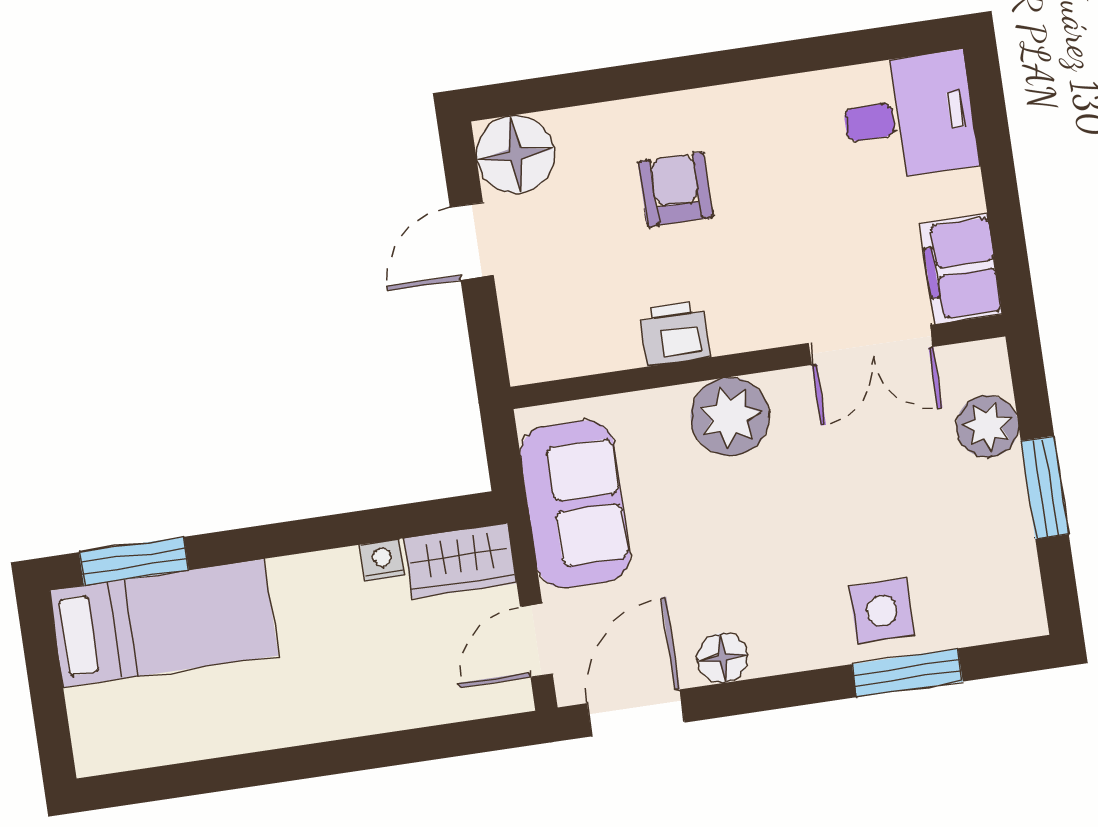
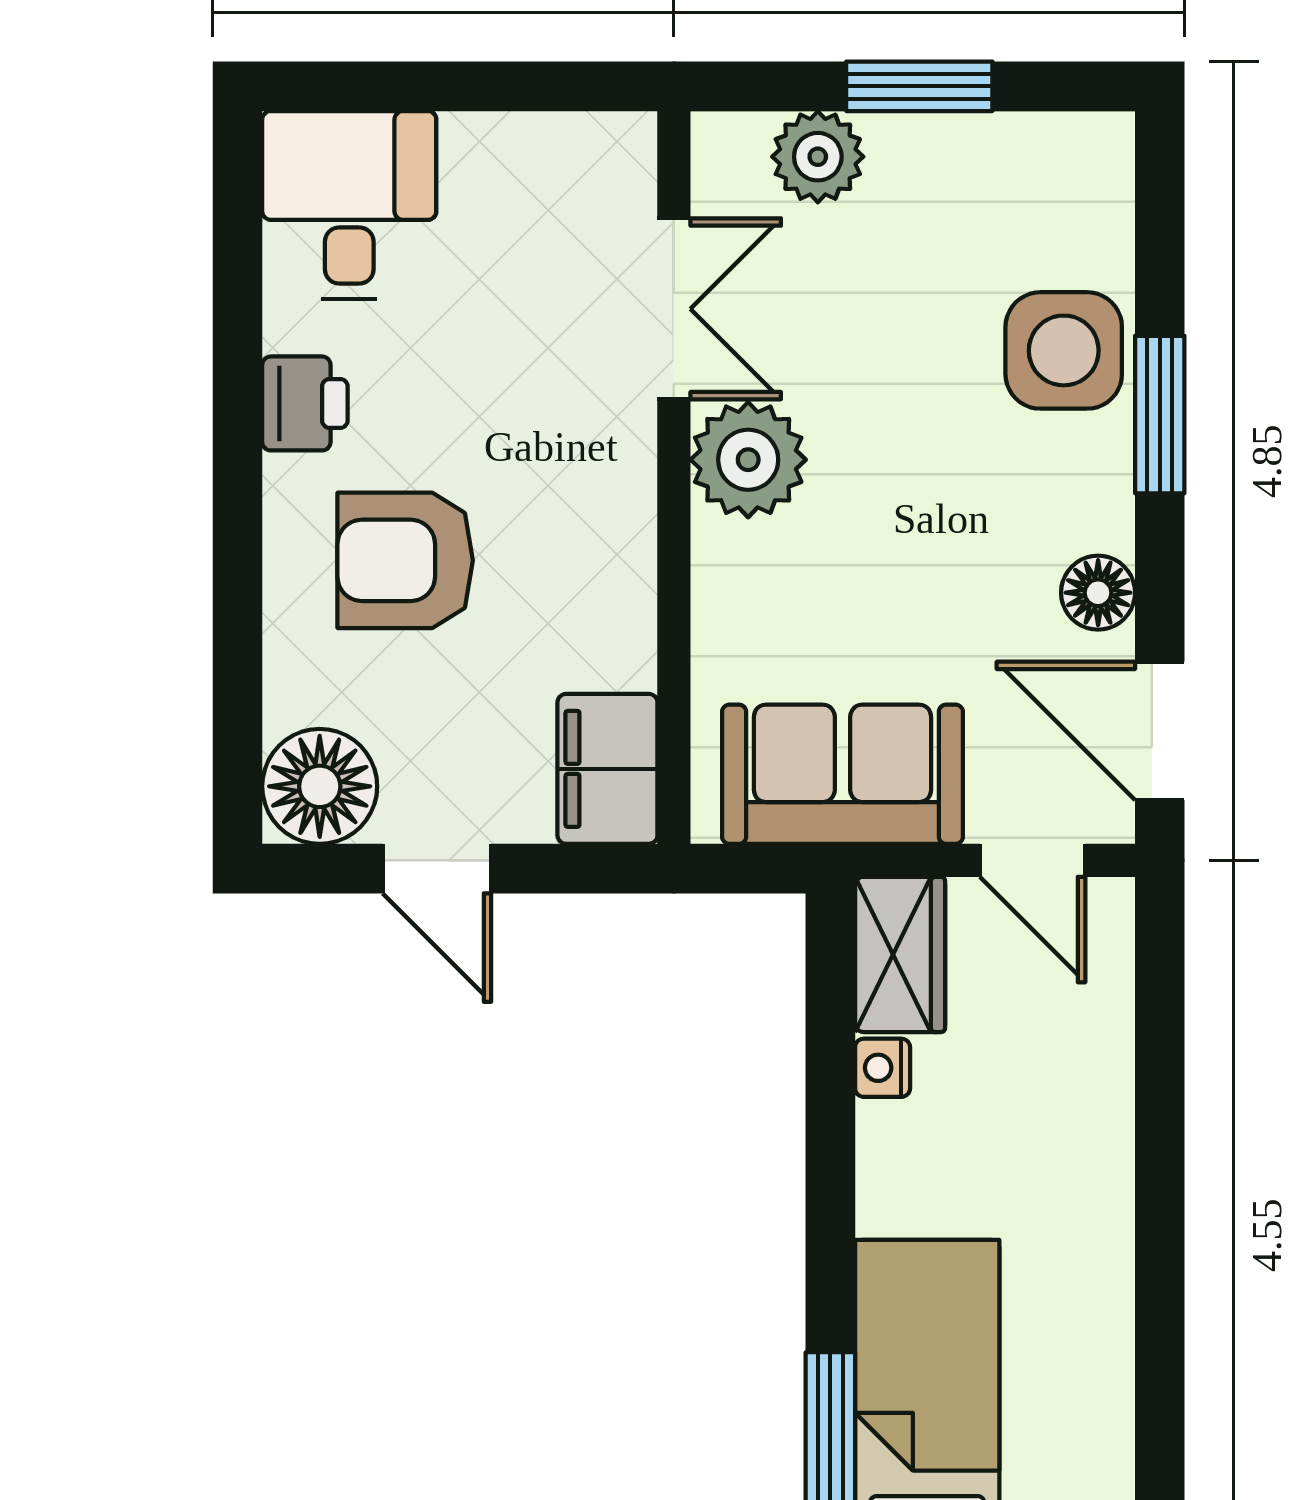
armchair: (676, 189) -> (405, 560), width x1.38, depth x1.38
filing cabinet: (961, 269) -> (607, 769), moved, turned 90
printer: (674, 333) -> (305, 403), moved, turned 180
plant: (730, 417) -> (748, 460), moved
side table: (882, 611) -> (1064, 350), width x1.37, depth x1.37
window: (907, 673) -> (1160, 415), moved

